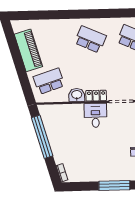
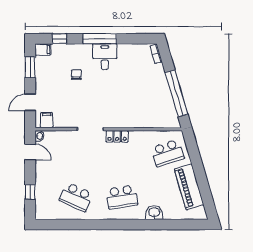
school desk: (90, 39) -> (122, 197), turned -33
washbasin: (77, 95) -> (154, 213), moved, turned 180
desk: (96, 115) -> (105, 57), moved, turned 180

